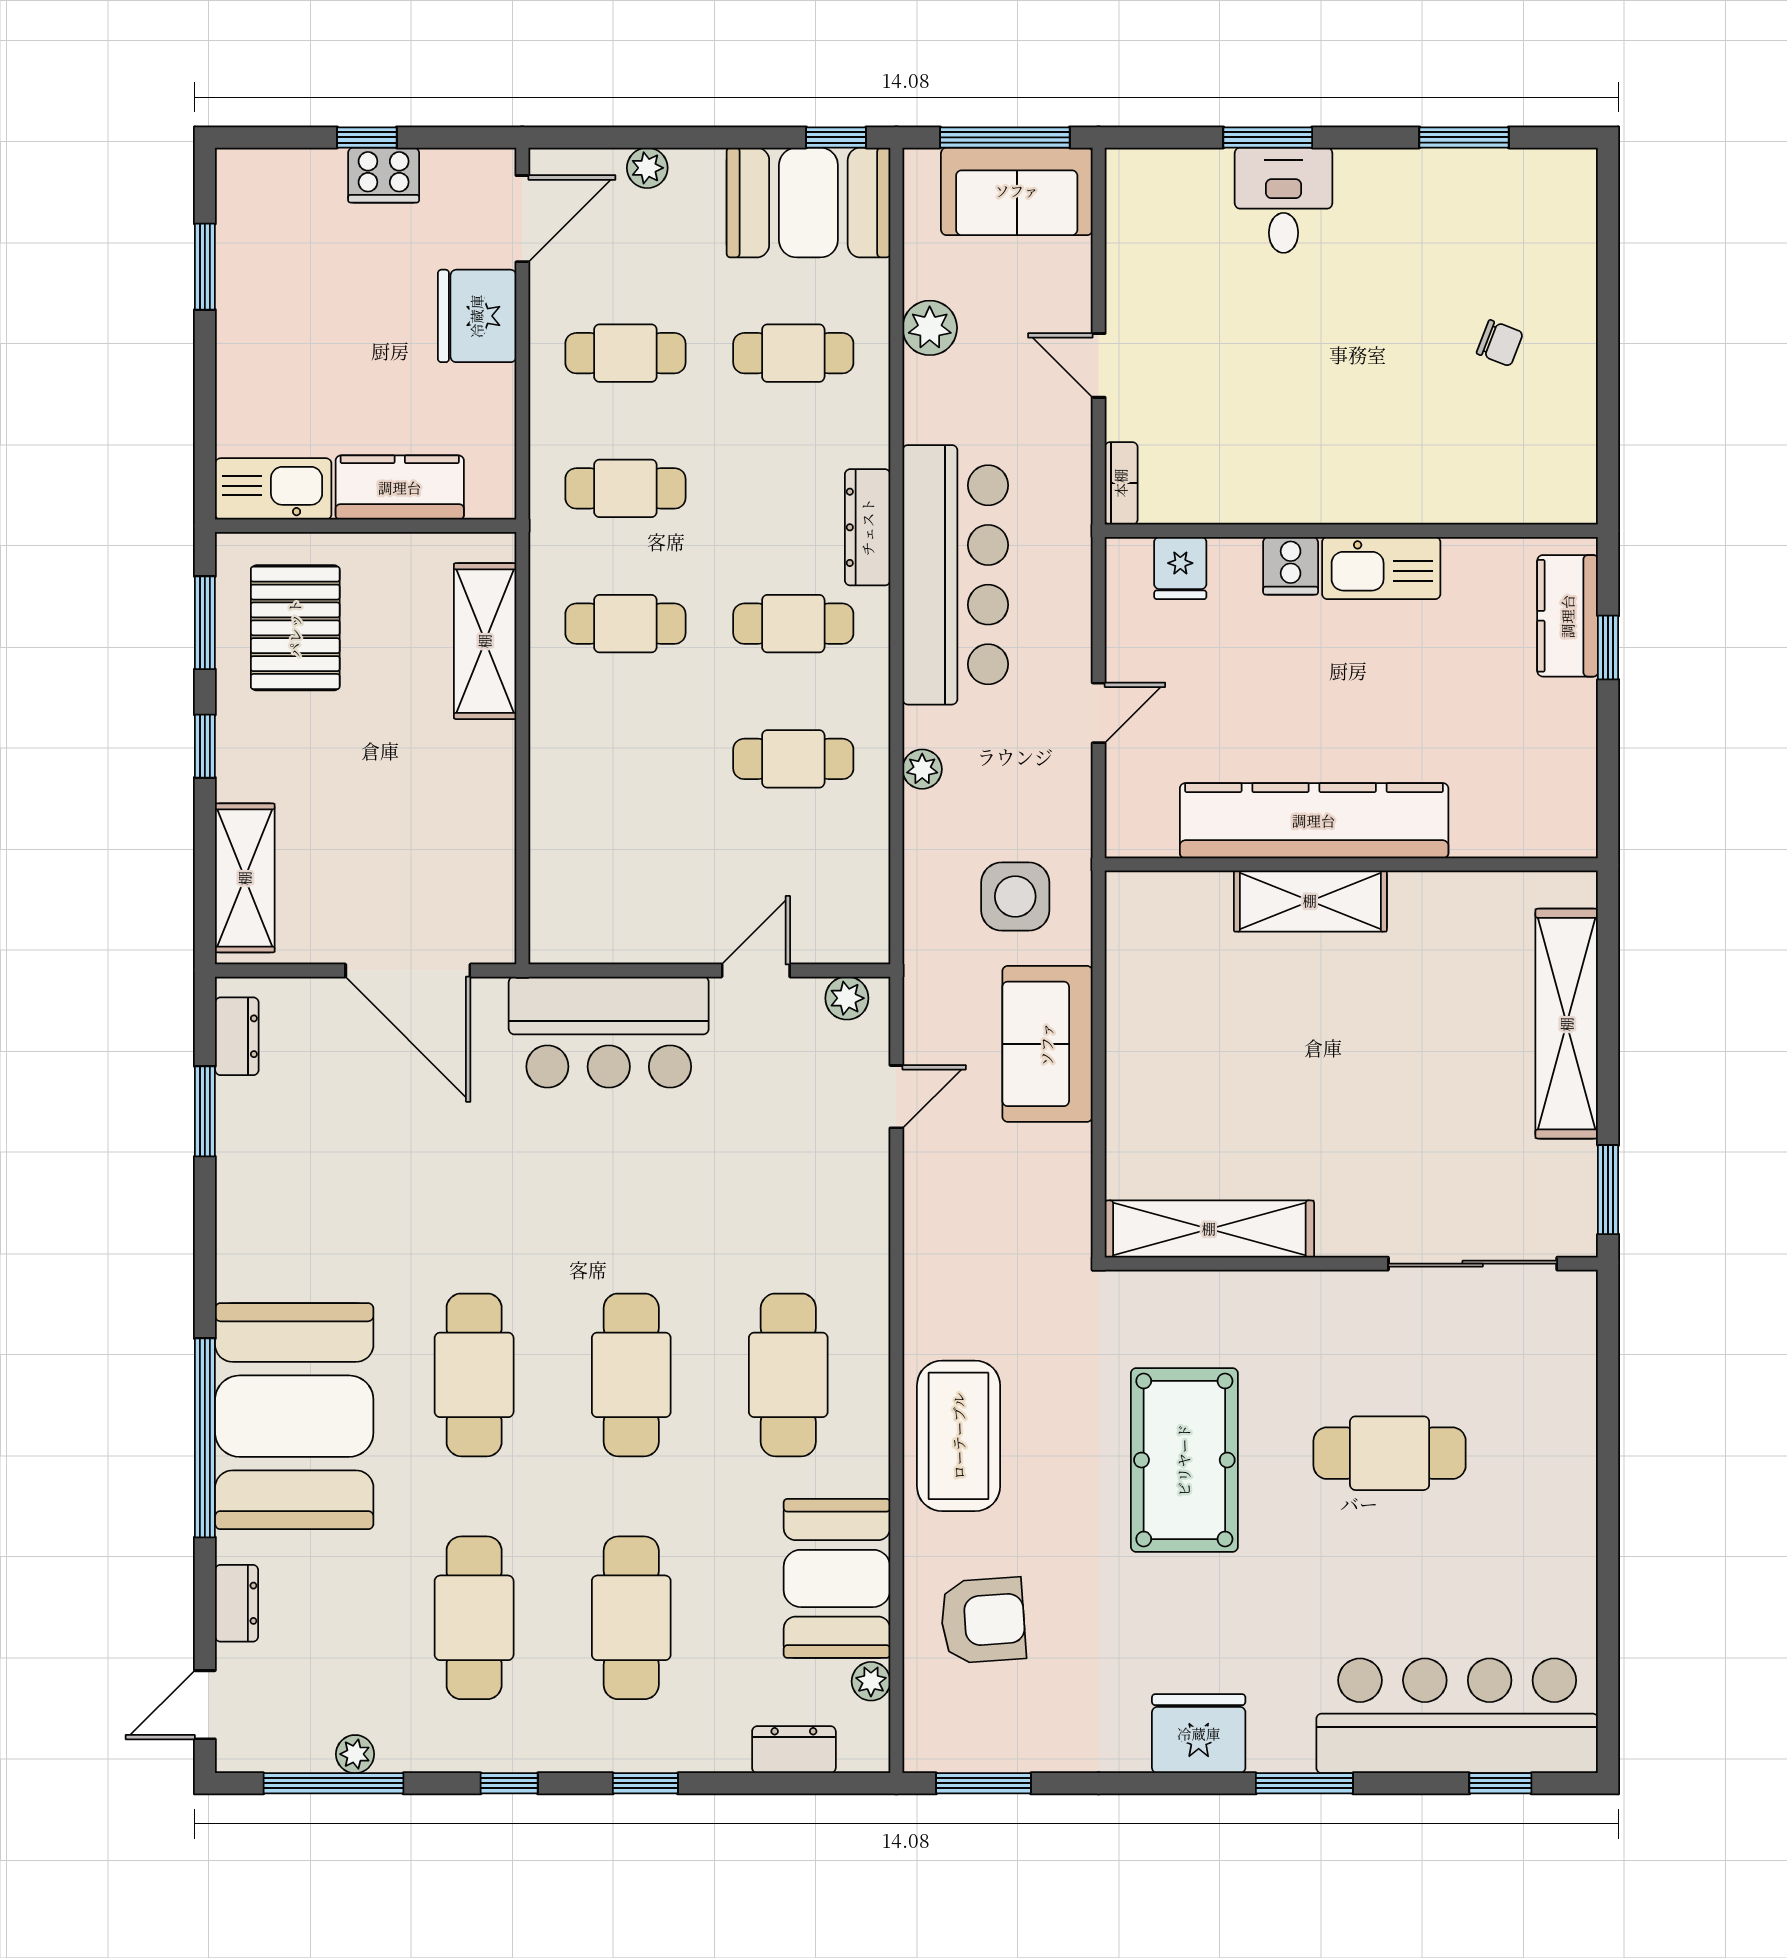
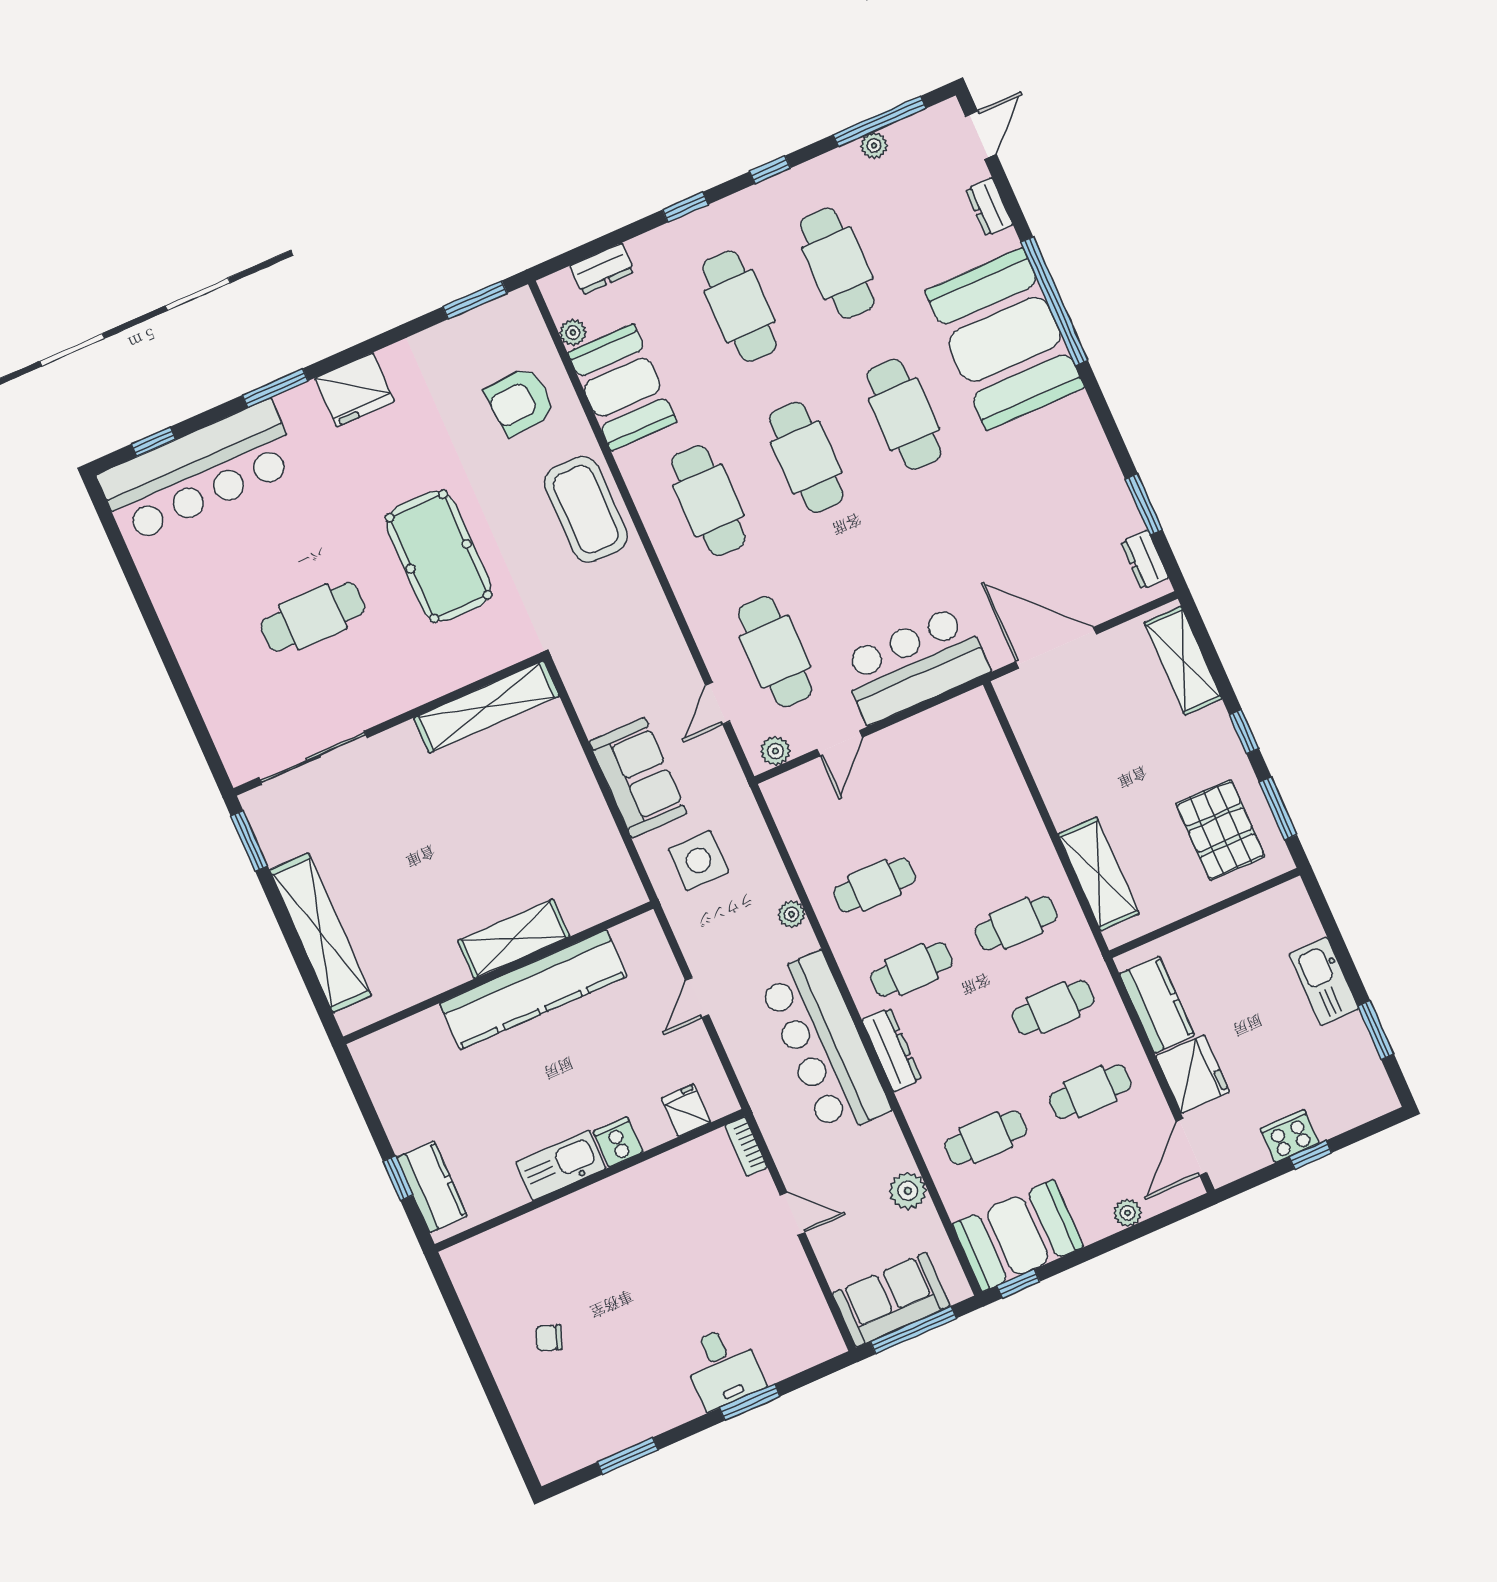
kitchen counter: (400, 488) -> (1157, 1005), moved, turned -90
kitchen sink: (273, 489) -> (1324, 981), moved, turned 90
cafe table: (788, 1132) -> (775, 652), added

